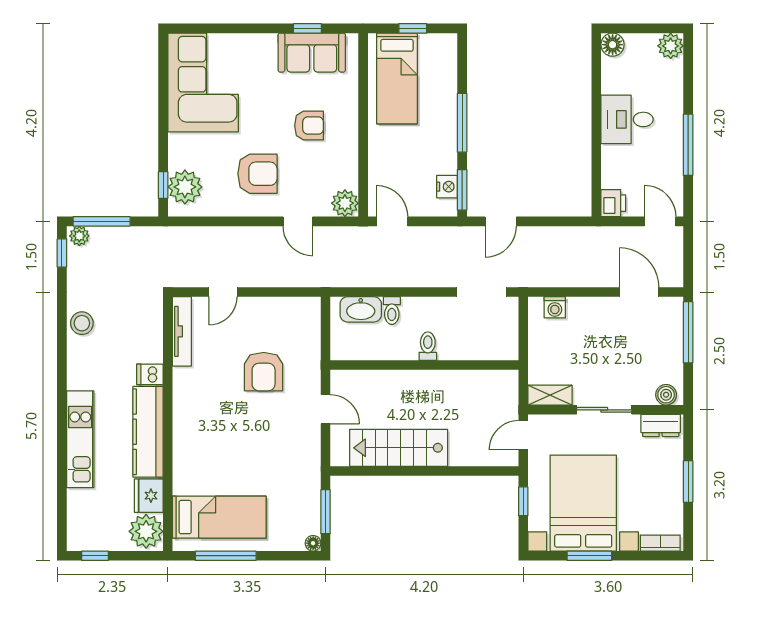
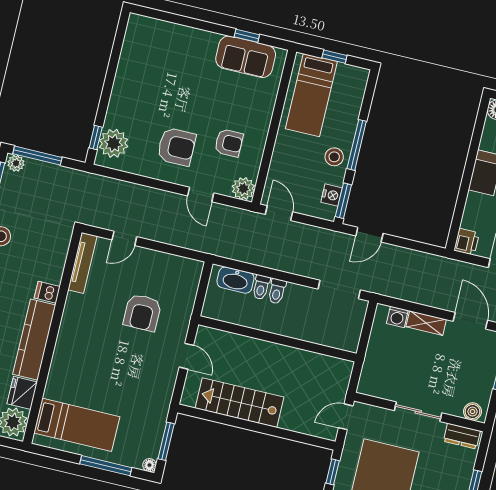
corner sofa: (203, 83) -> (149, 60), removed
armchair: (309, 126) -> (229, 143), moved
stool: (440, 142) -> (334, 157), added
toilet: (428, 346) -> (277, 291), moved, turned 180
shelving: (550, 395) -> (426, 323), moved
window: (226, 556) -> (106, 466), moved

